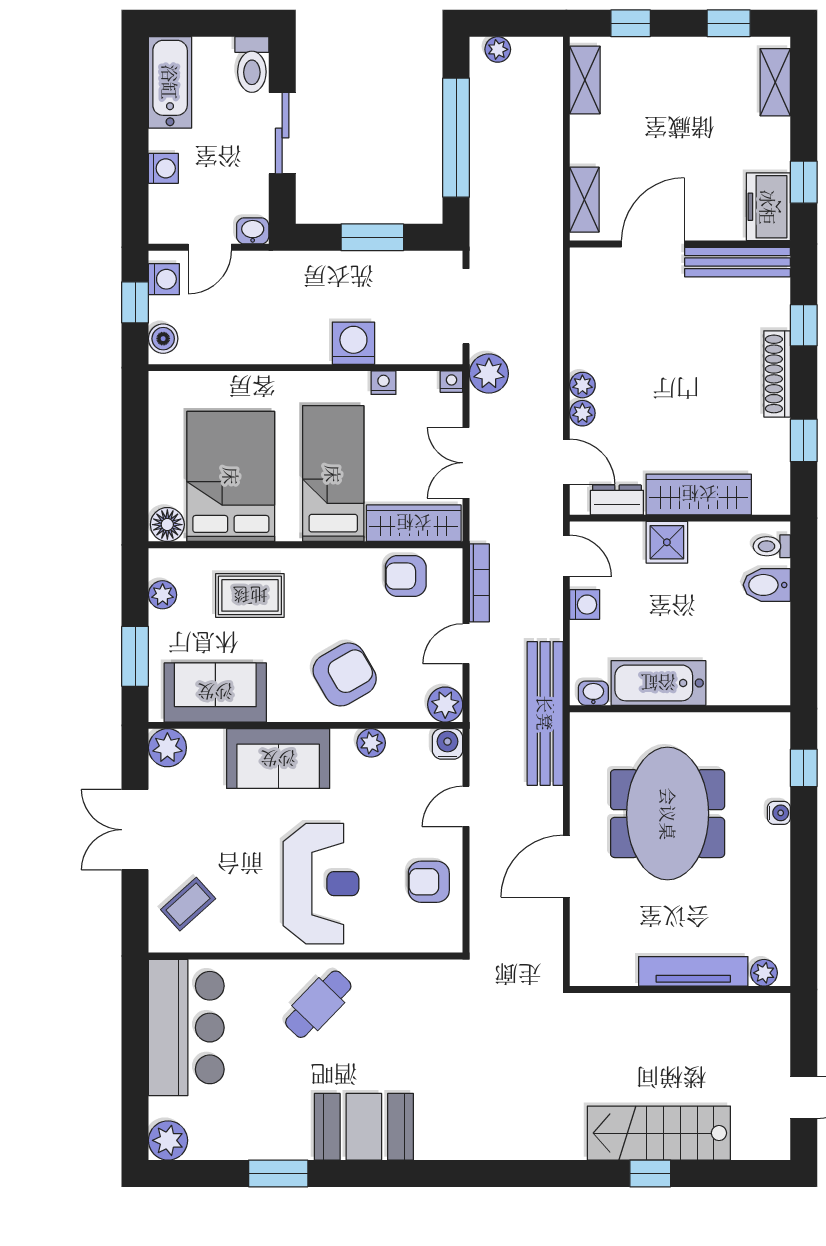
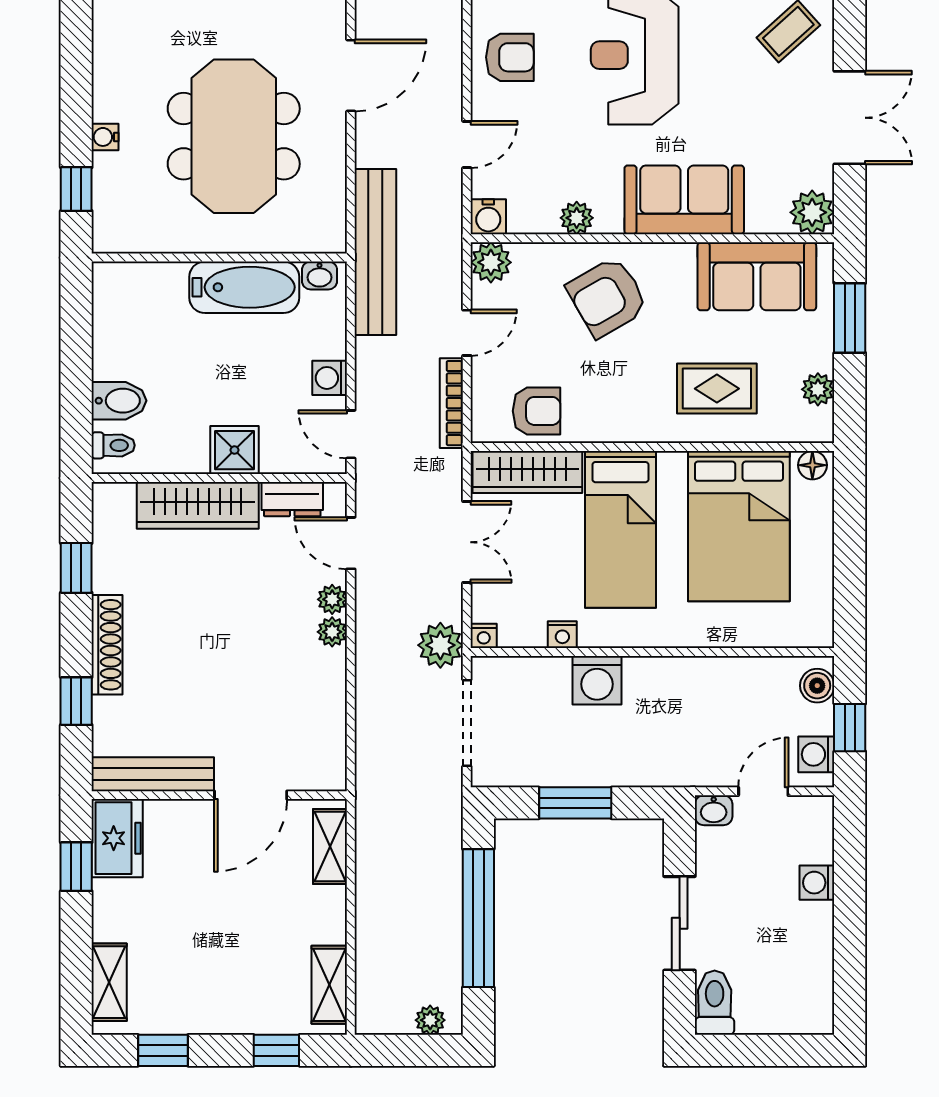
bathtub: (170, 82) -> (809, 982), removed
floor lamp: (167, 525) -> (812, 465), width x0.73, depth x0.73

